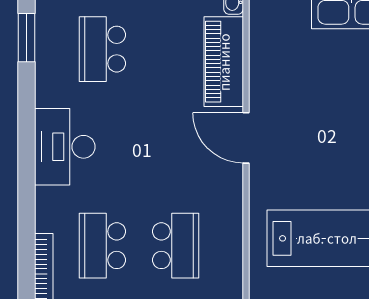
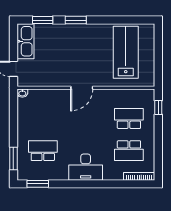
school desk: (102, 49) -> (43, 151), turned 180
piano: (224, 62) -> (48, 97), removed

